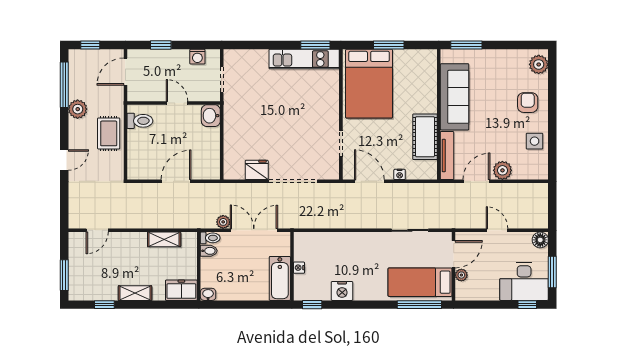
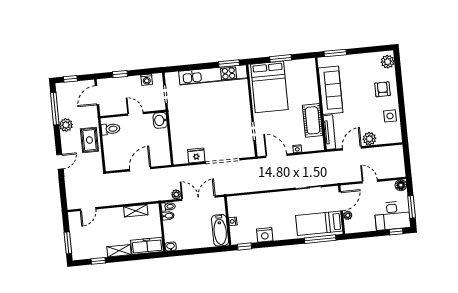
kitchen unit: (304, 59) -> (213, 75), width x1.36
freezer: (181, 290) -> (147, 246), width x1.40

